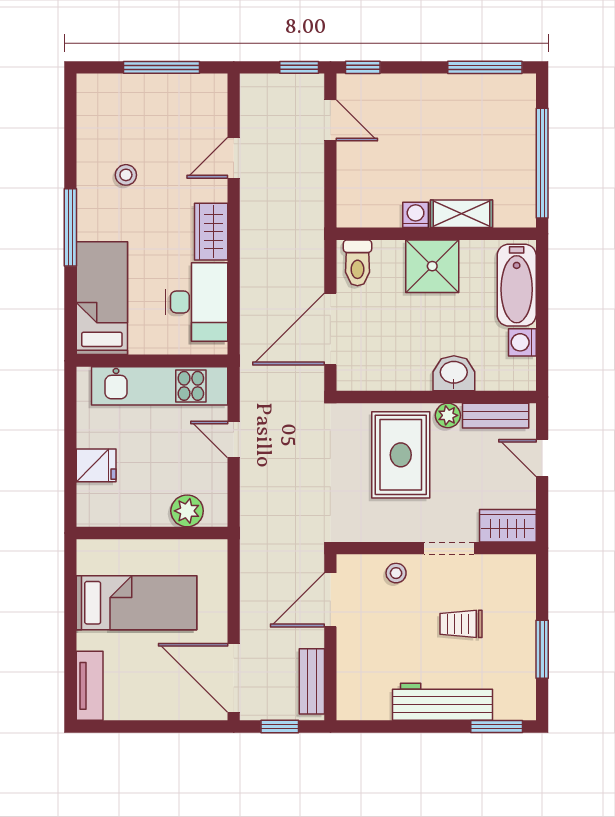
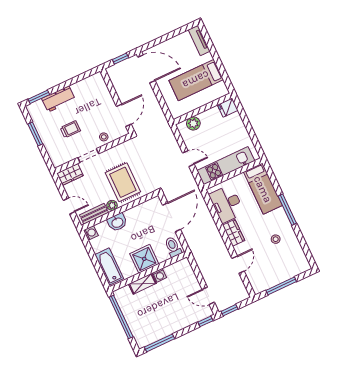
washing machine: (522, 342) -> (91, 233), moved
fridge: (96, 465) -> (228, 108), moved
bench: (312, 681) -> (116, 81), removed
workbench: (442, 702) -> (58, 99), width x0.73

